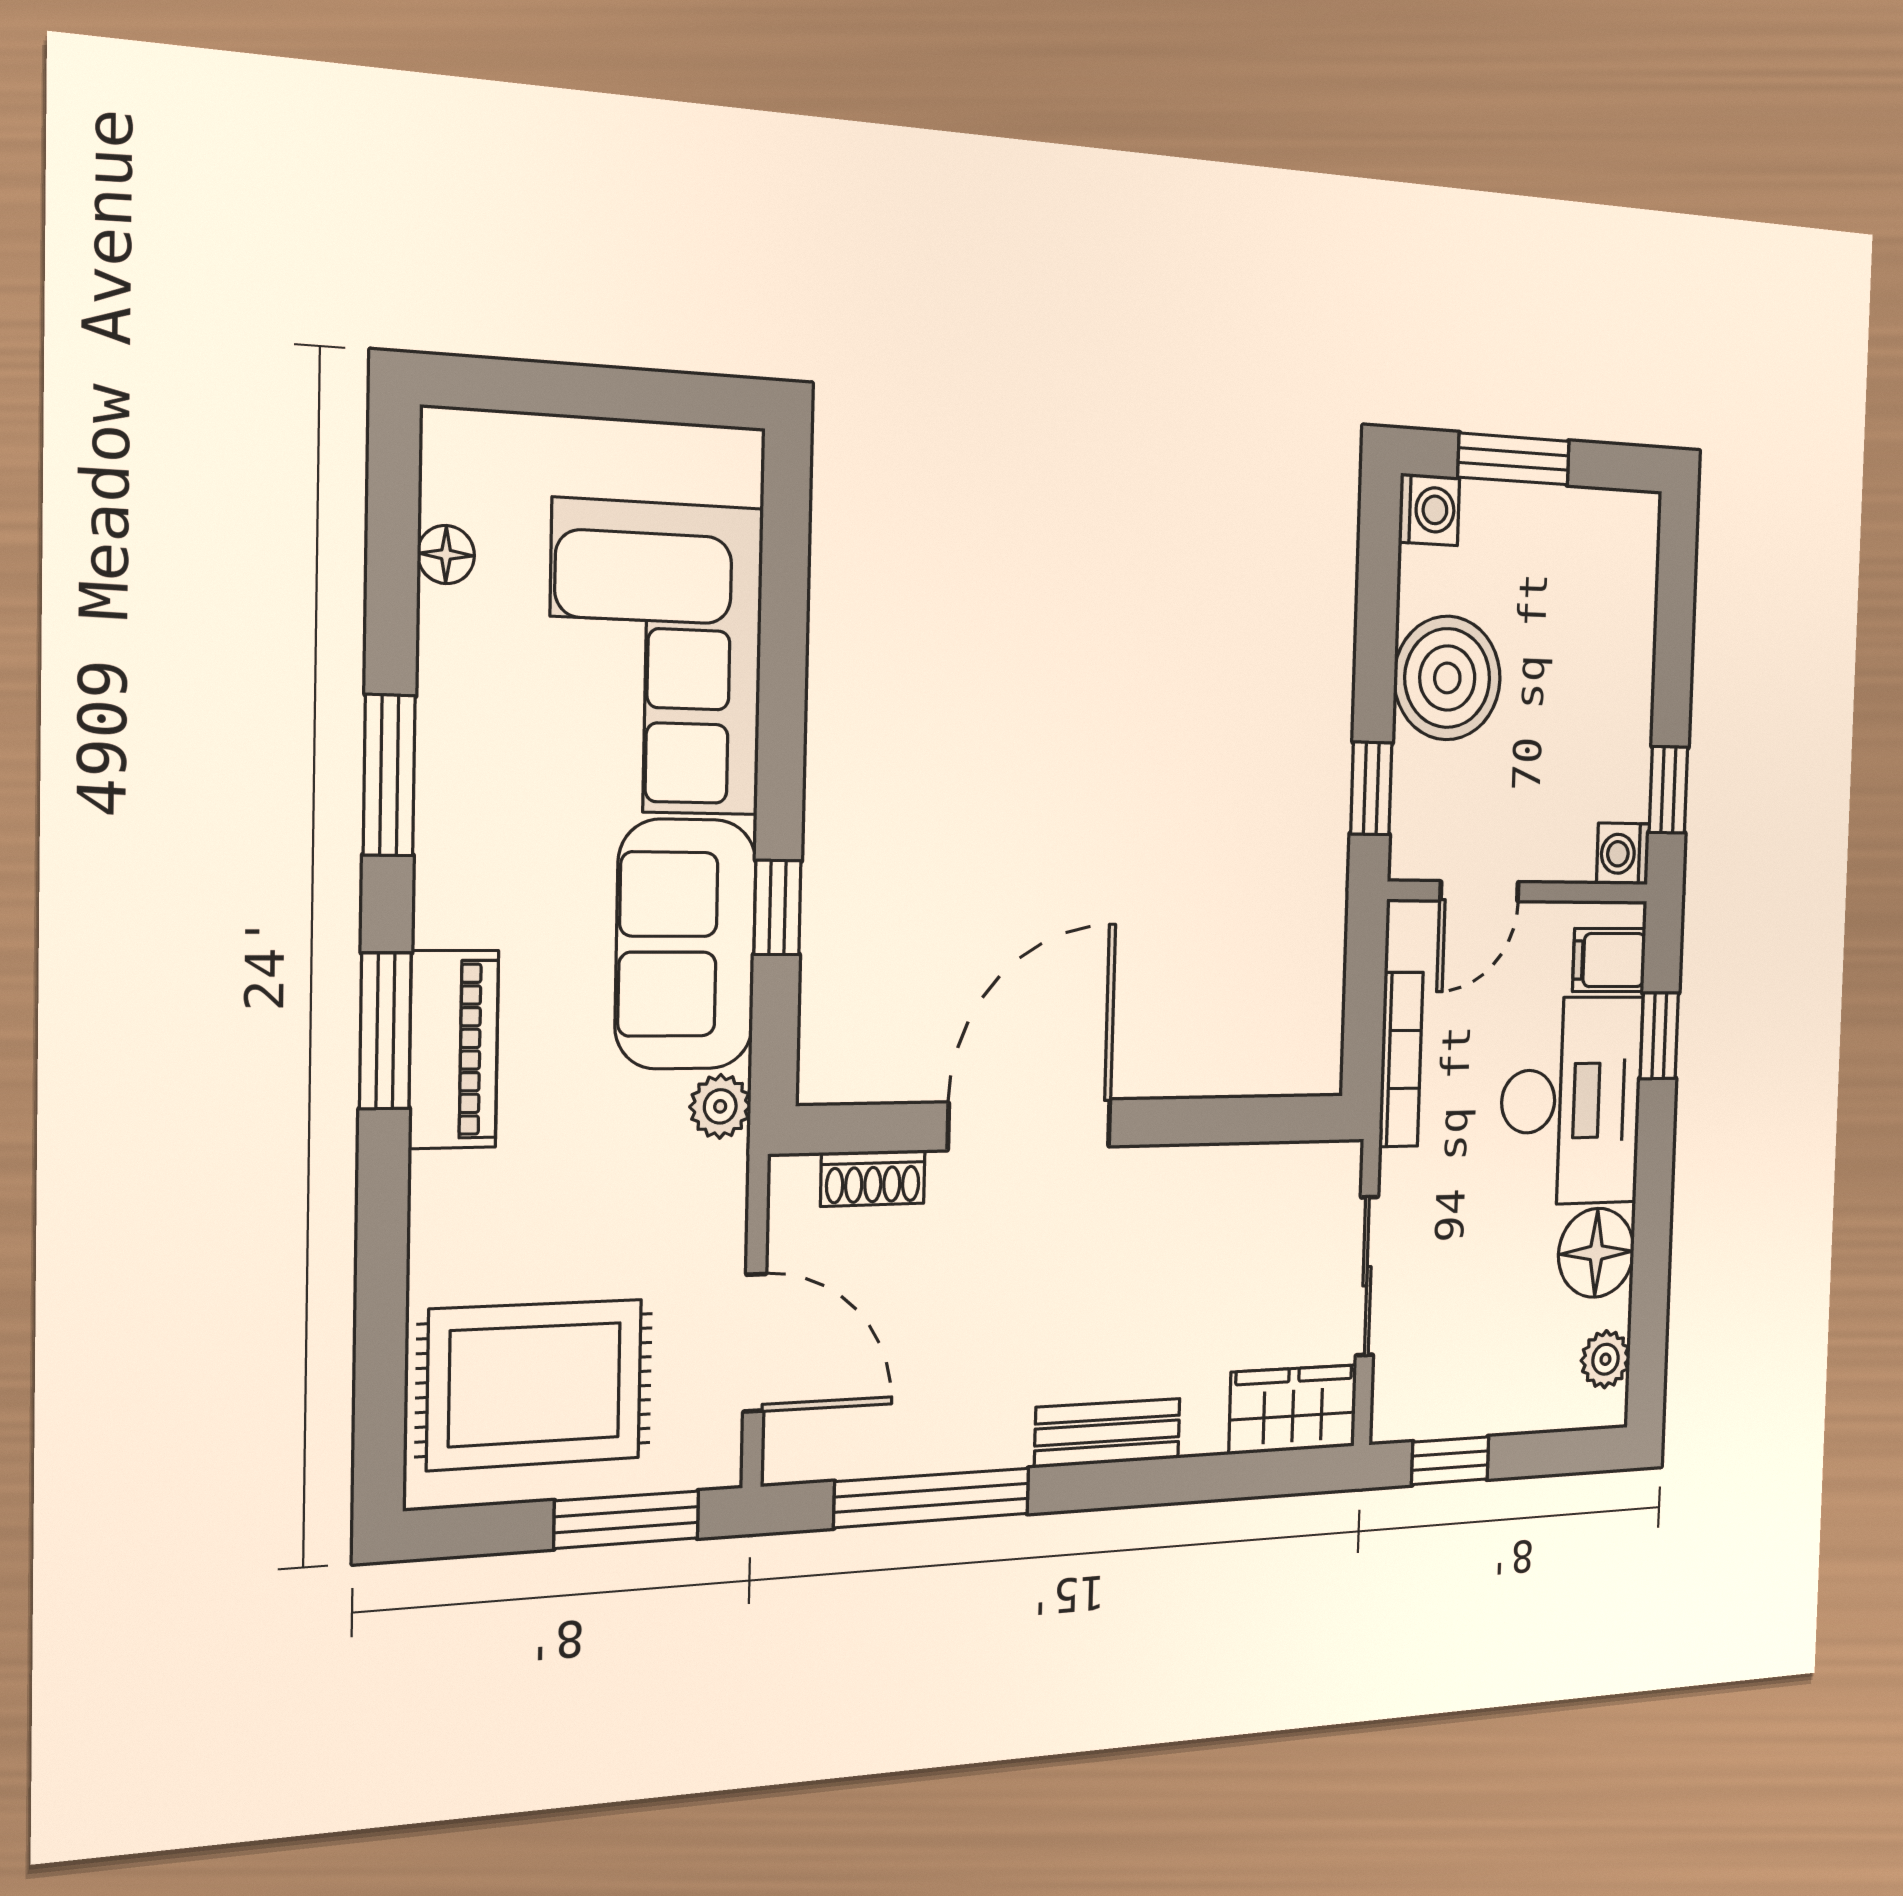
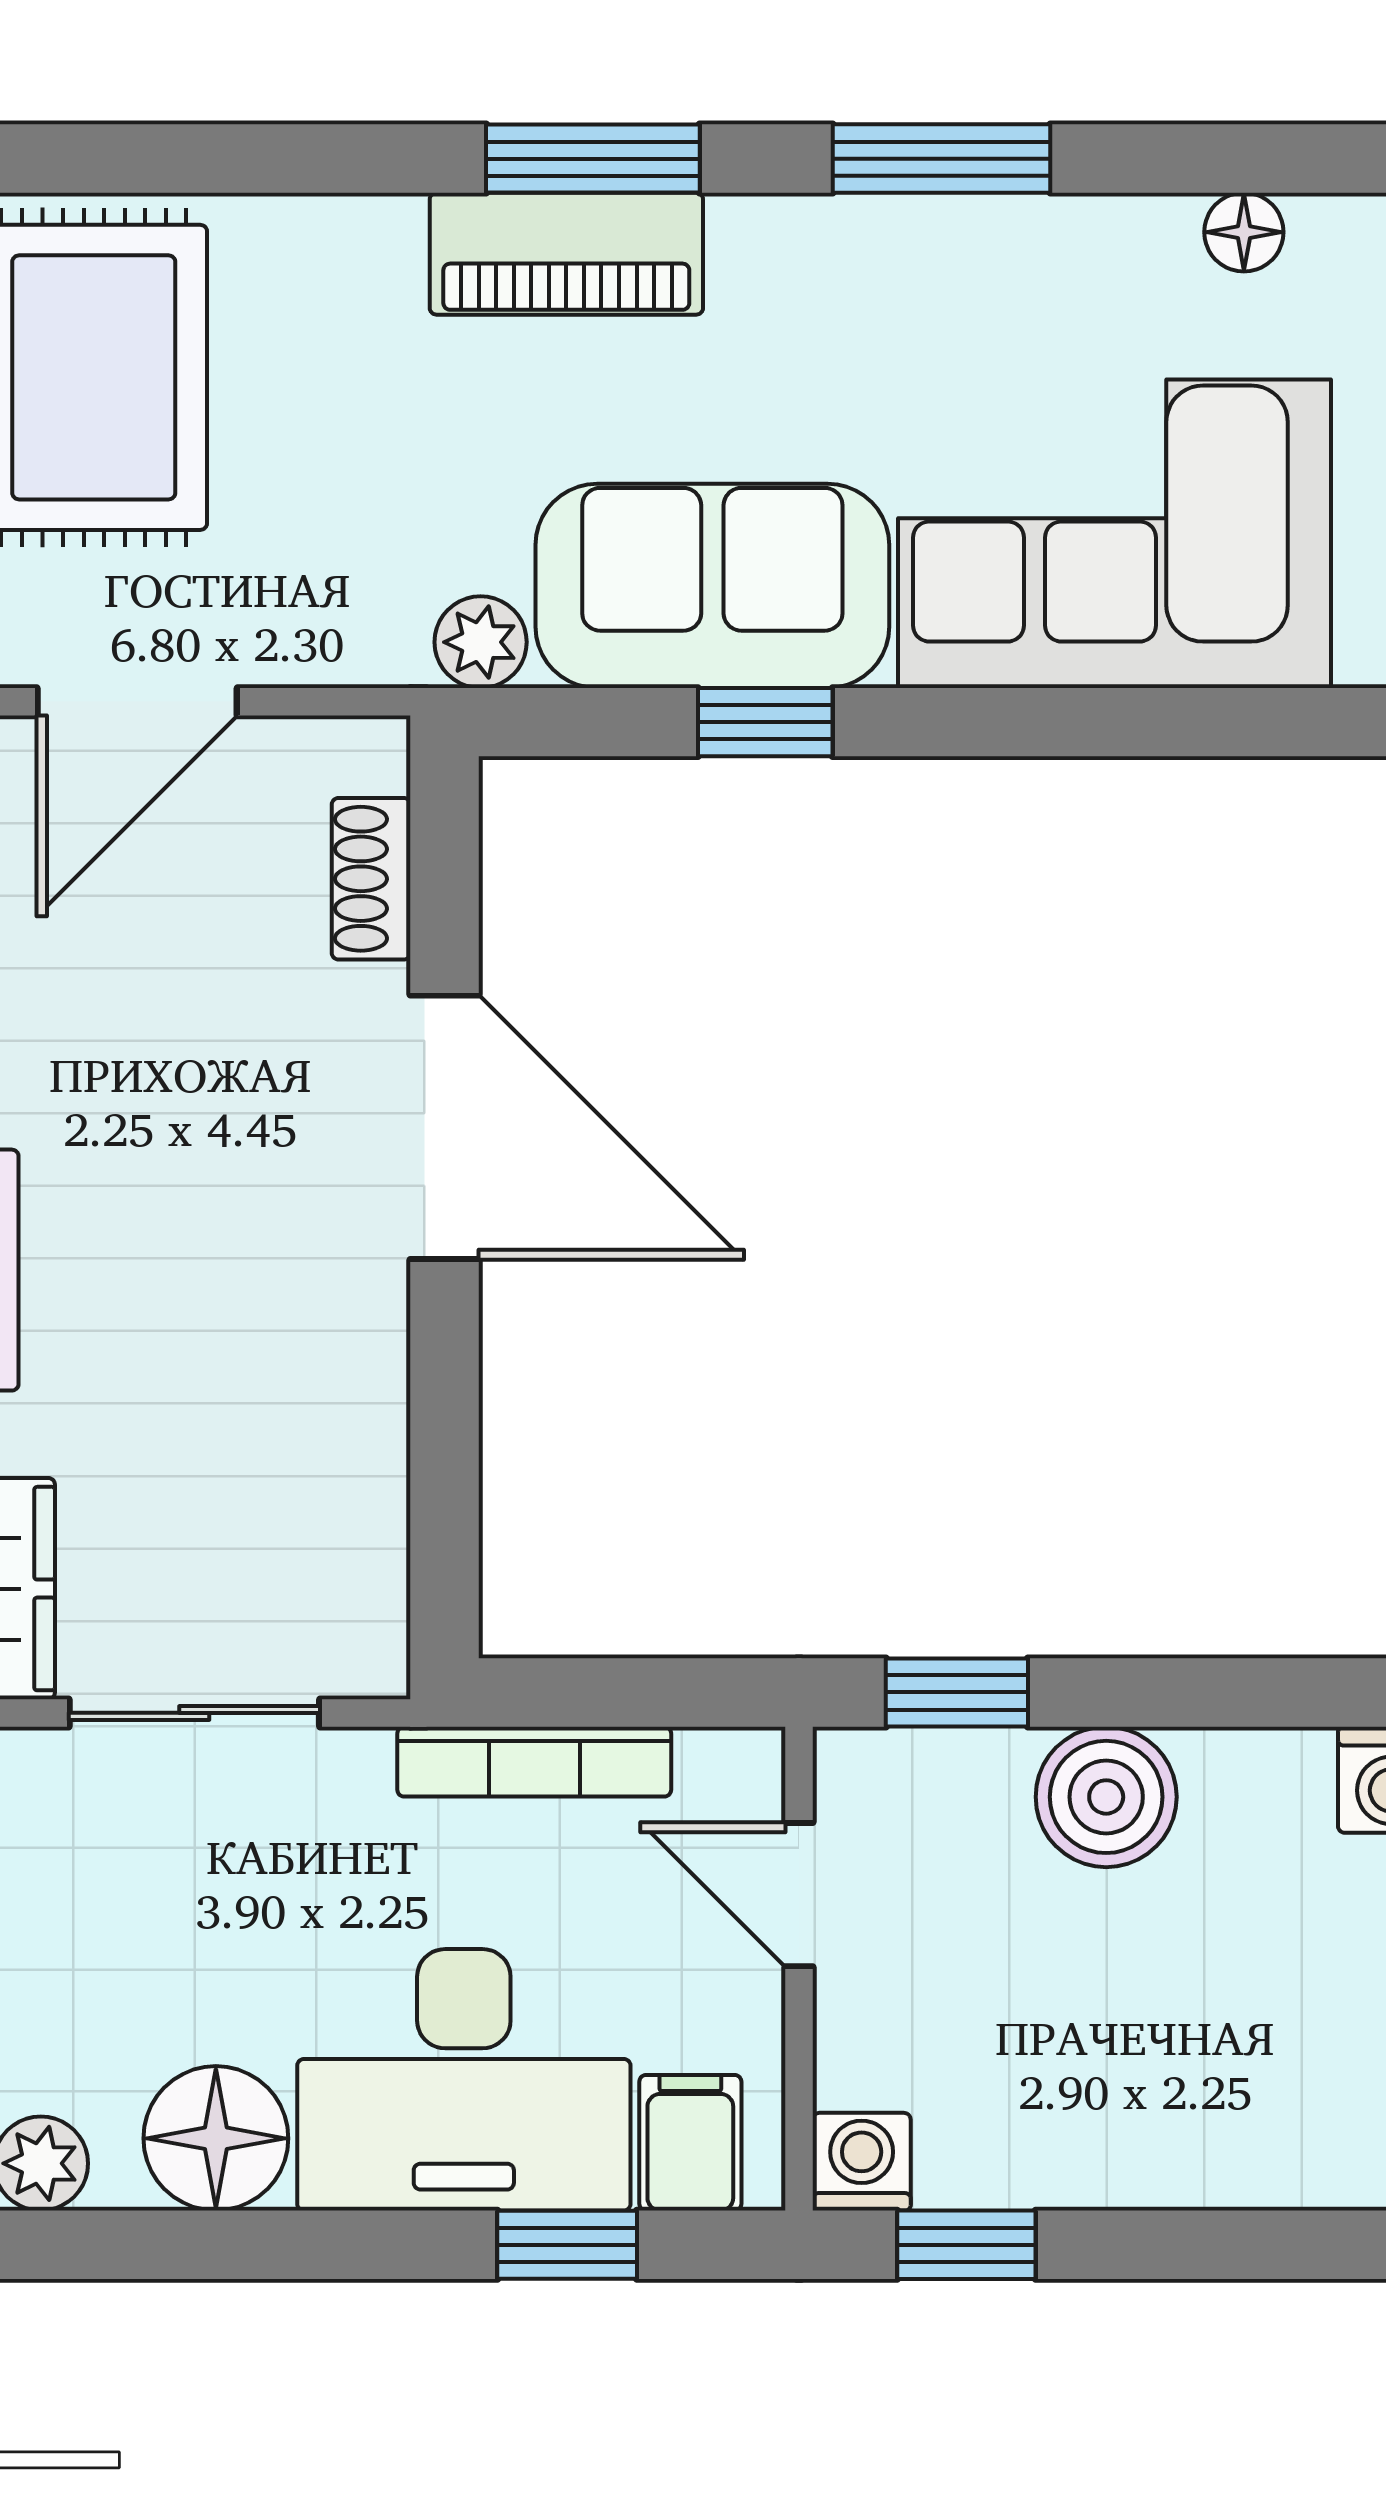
boiler: (1447, 678) -> (1106, 1797), width x0.73, depth x0.73

